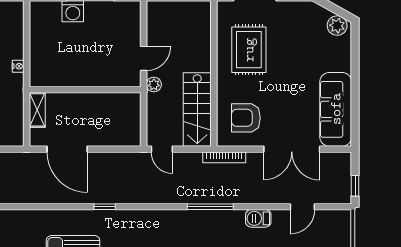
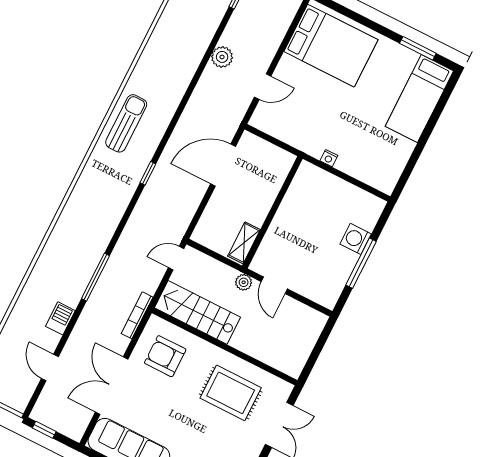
shelving: (37, 110) -> (244, 243), moved, turned 90
armchair: (246, 118) -> (165, 356), turned -90

